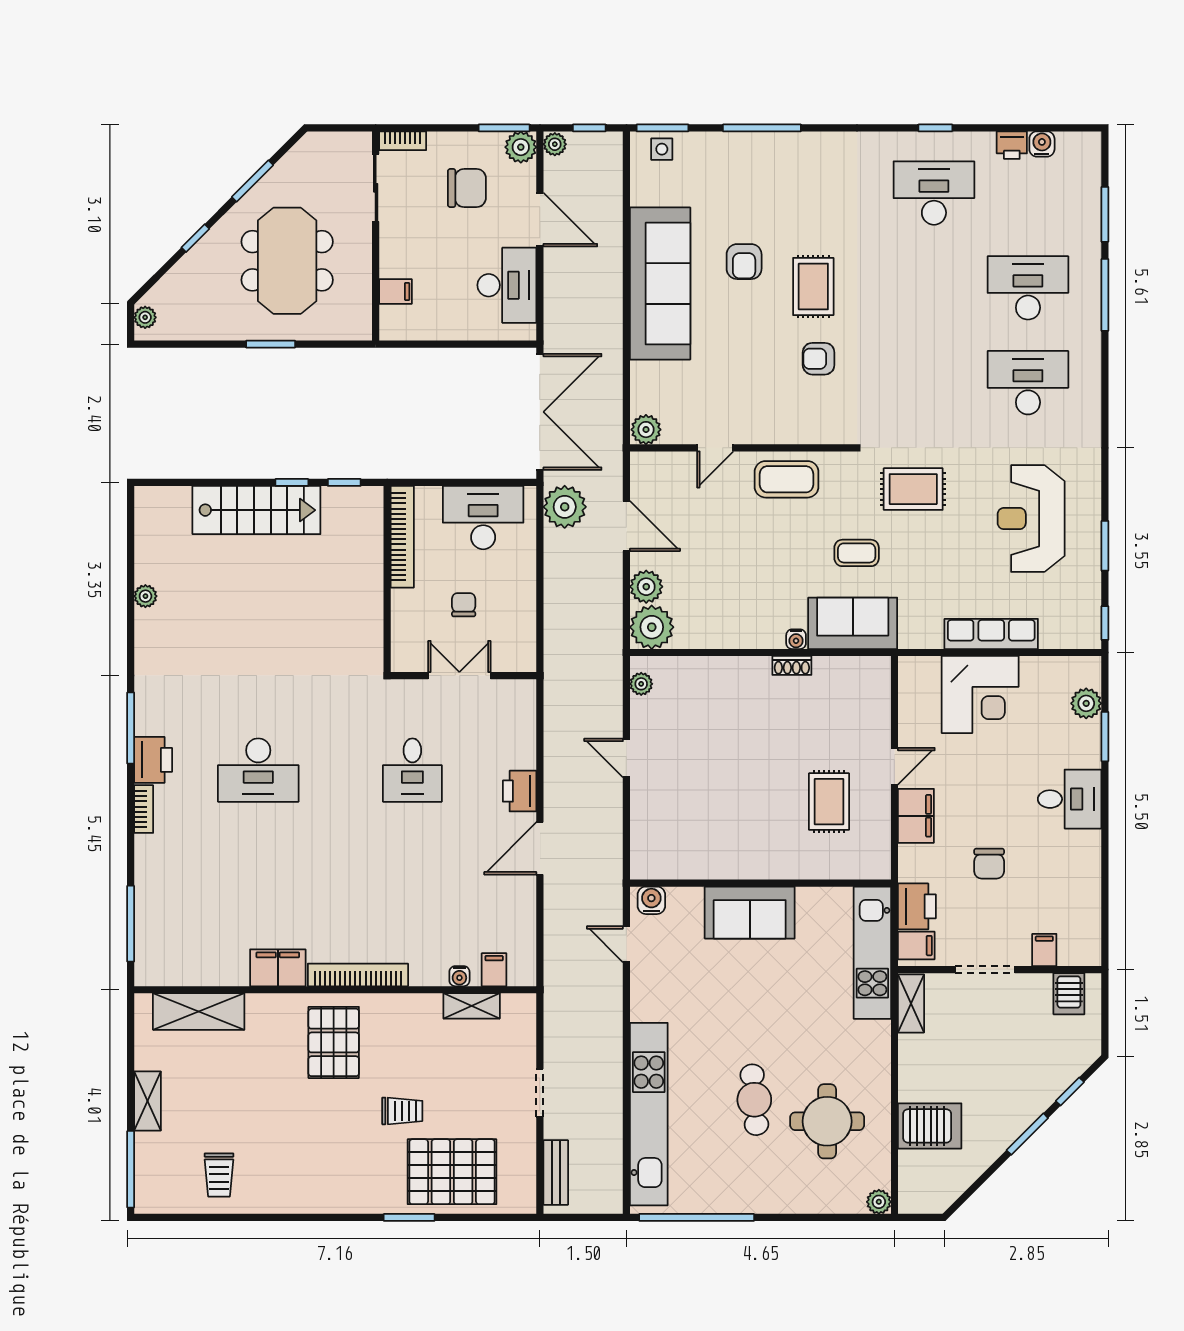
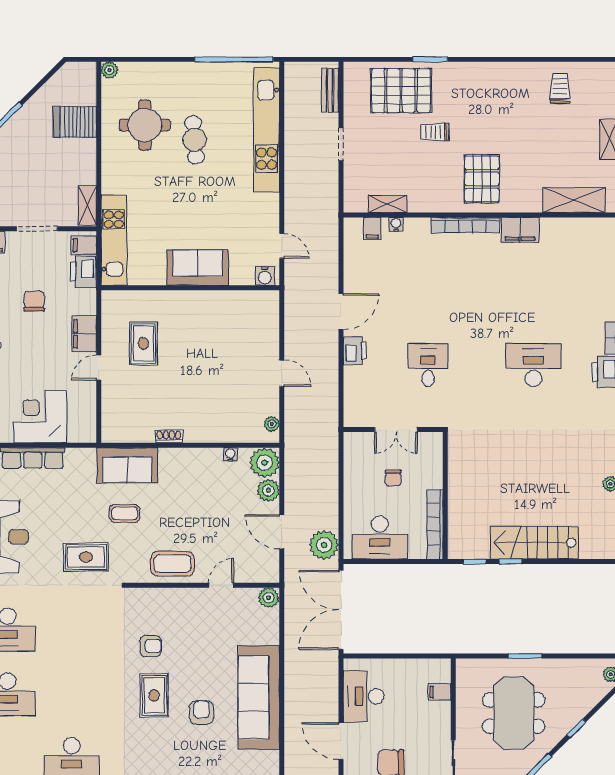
water cooler: (796, 639) -> (230, 454), moved

